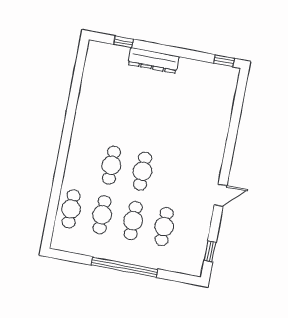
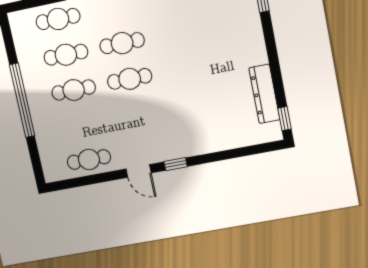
dresser: (153, 60) -> (264, 94), moved
cafe table: (164, 227) -> (89, 160), moved
window: (210, 251) -> (176, 164), moved

